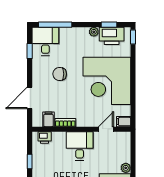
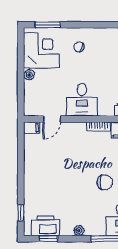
plant: (94, 32) -> (79, 231), moved
window: (133, 37) -> (21, 213), moved
corner desk: (107, 81) -> (51, 174), removed

